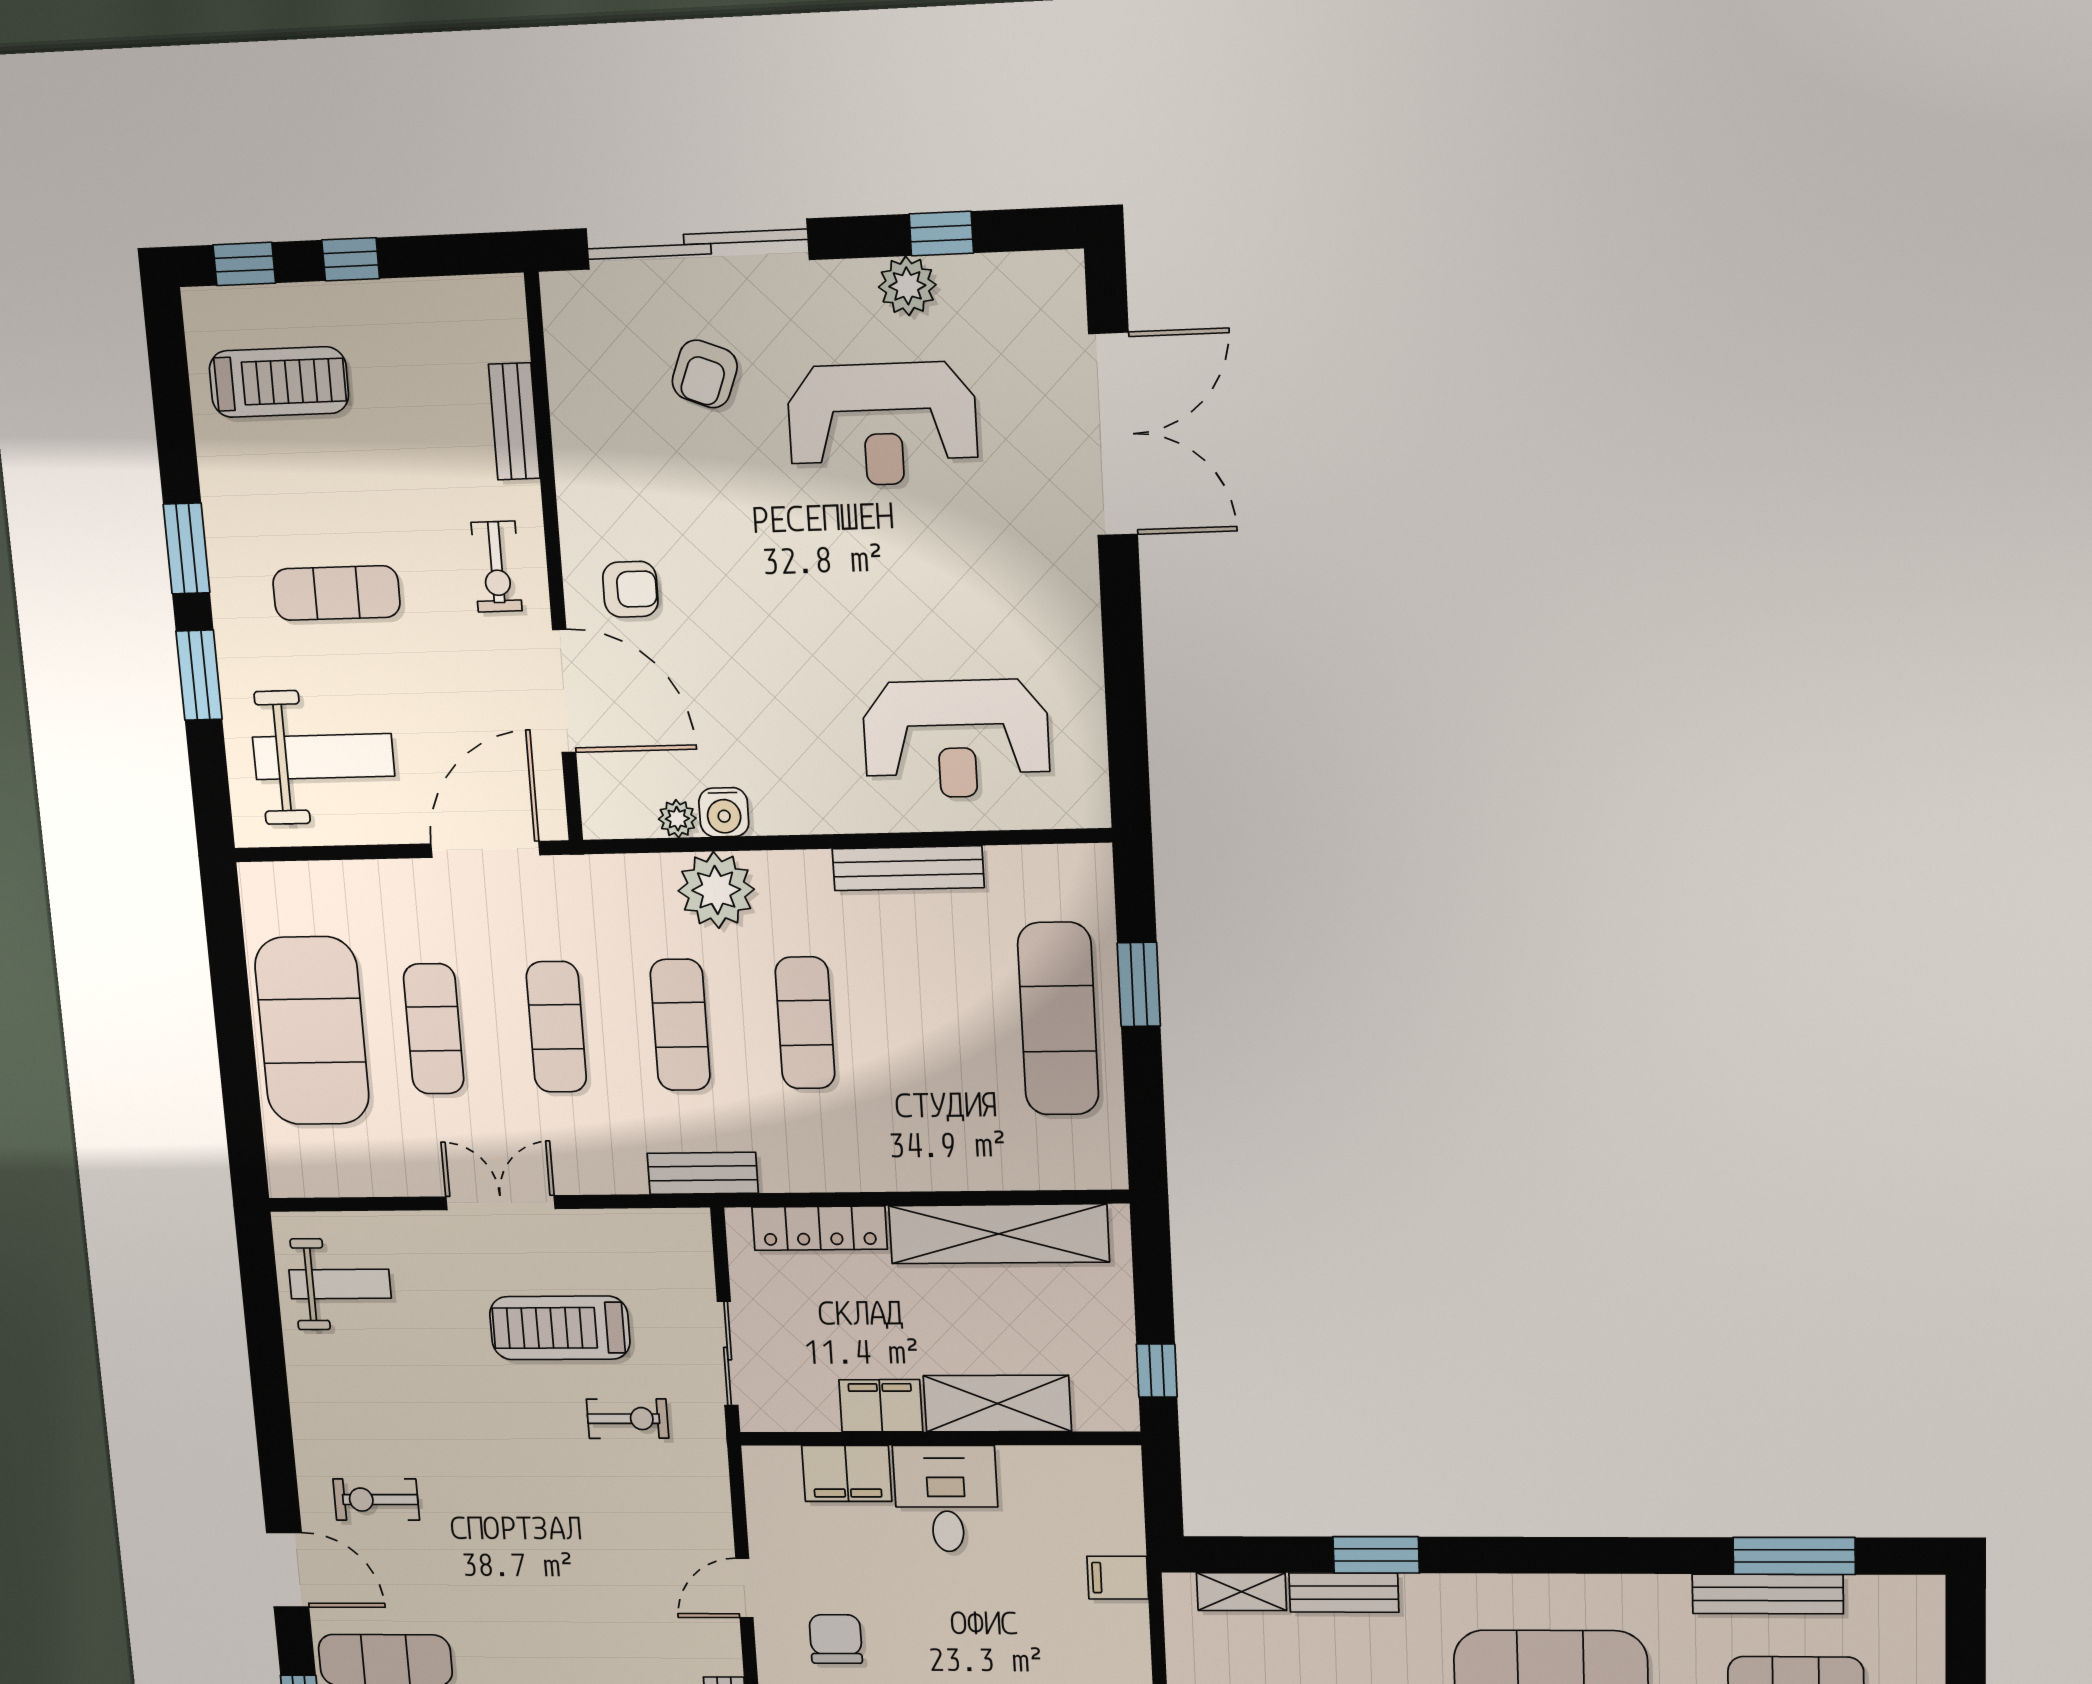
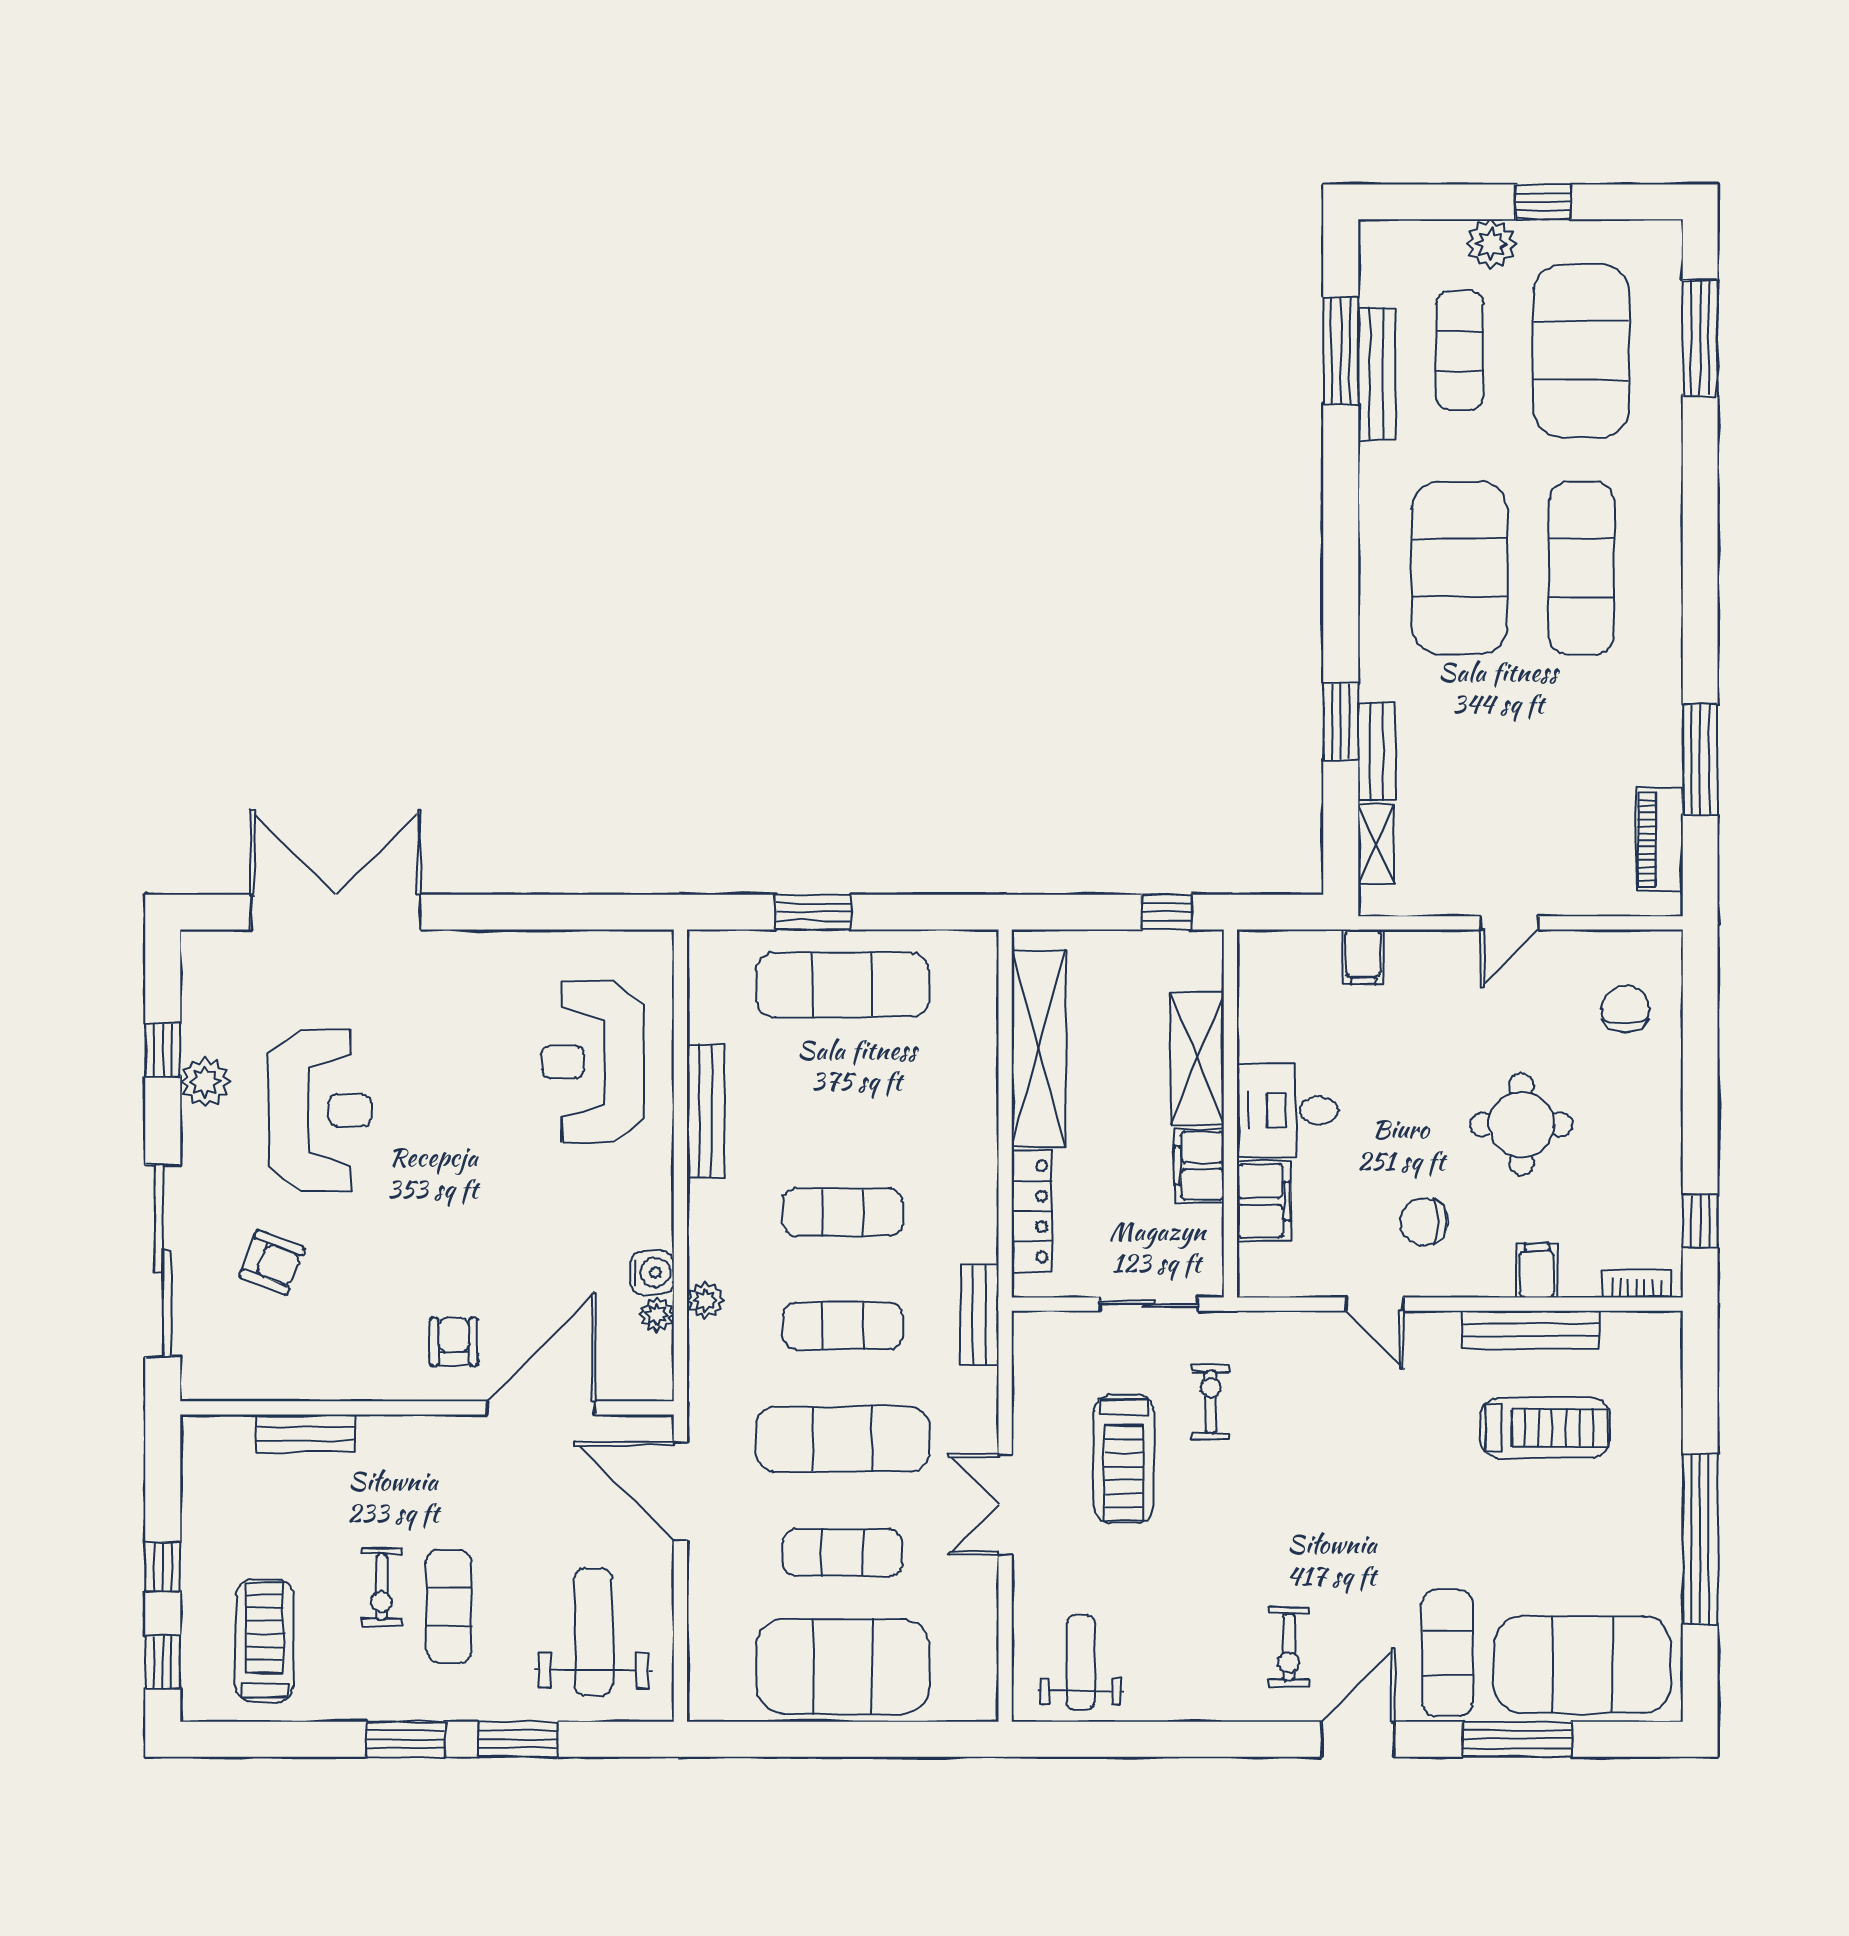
exercise bike: (497, 567) -> (382, 1587), moved, turned 90
reception desk: (956, 739) -> (592, 1062), turned 180
plant: (716, 890) -> (705, 1300), width x0.53, depth x0.53
exercise mat: (556, 1027) -> (843, 1439), width x1.36, depth x1.45

